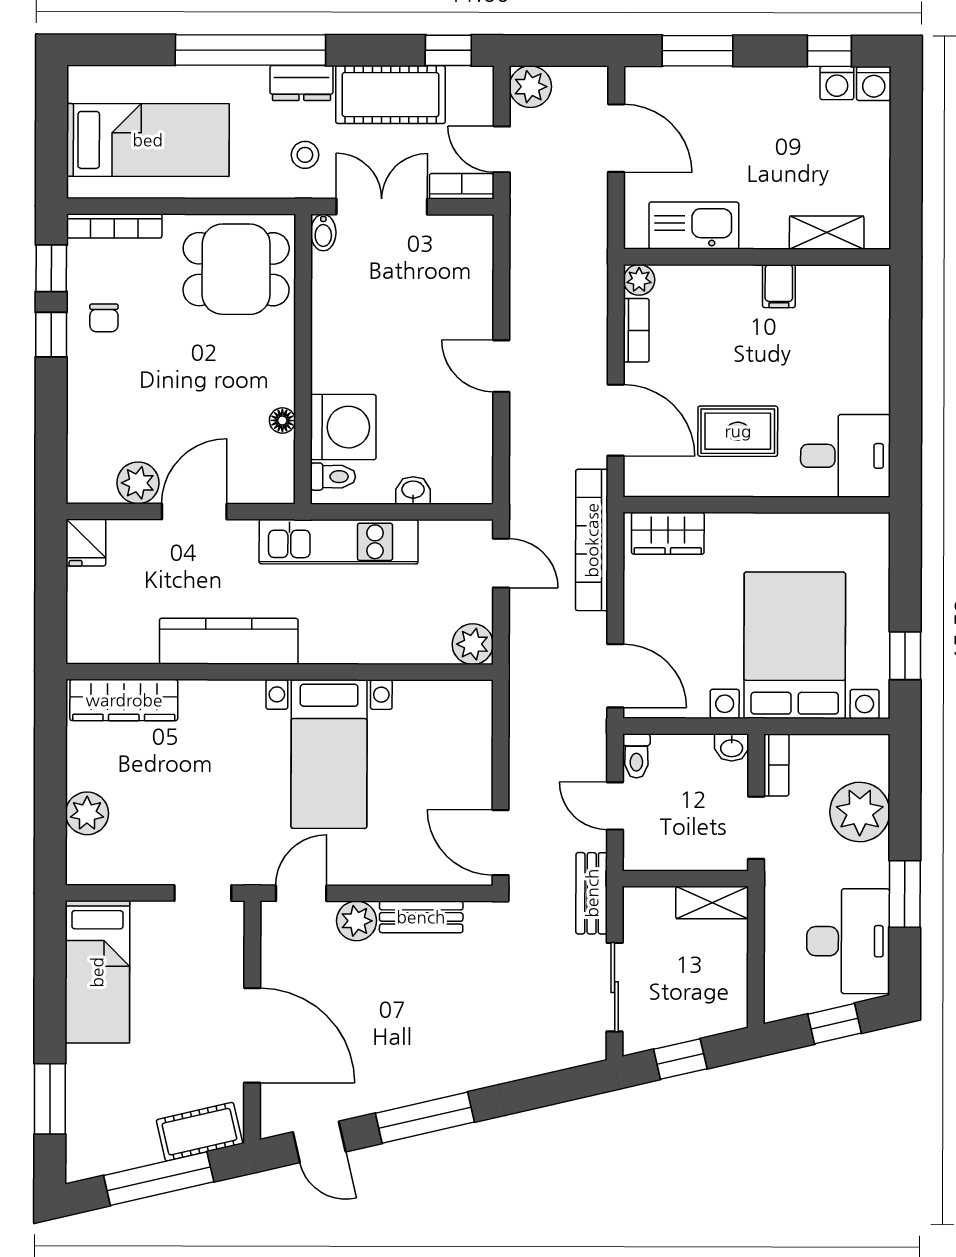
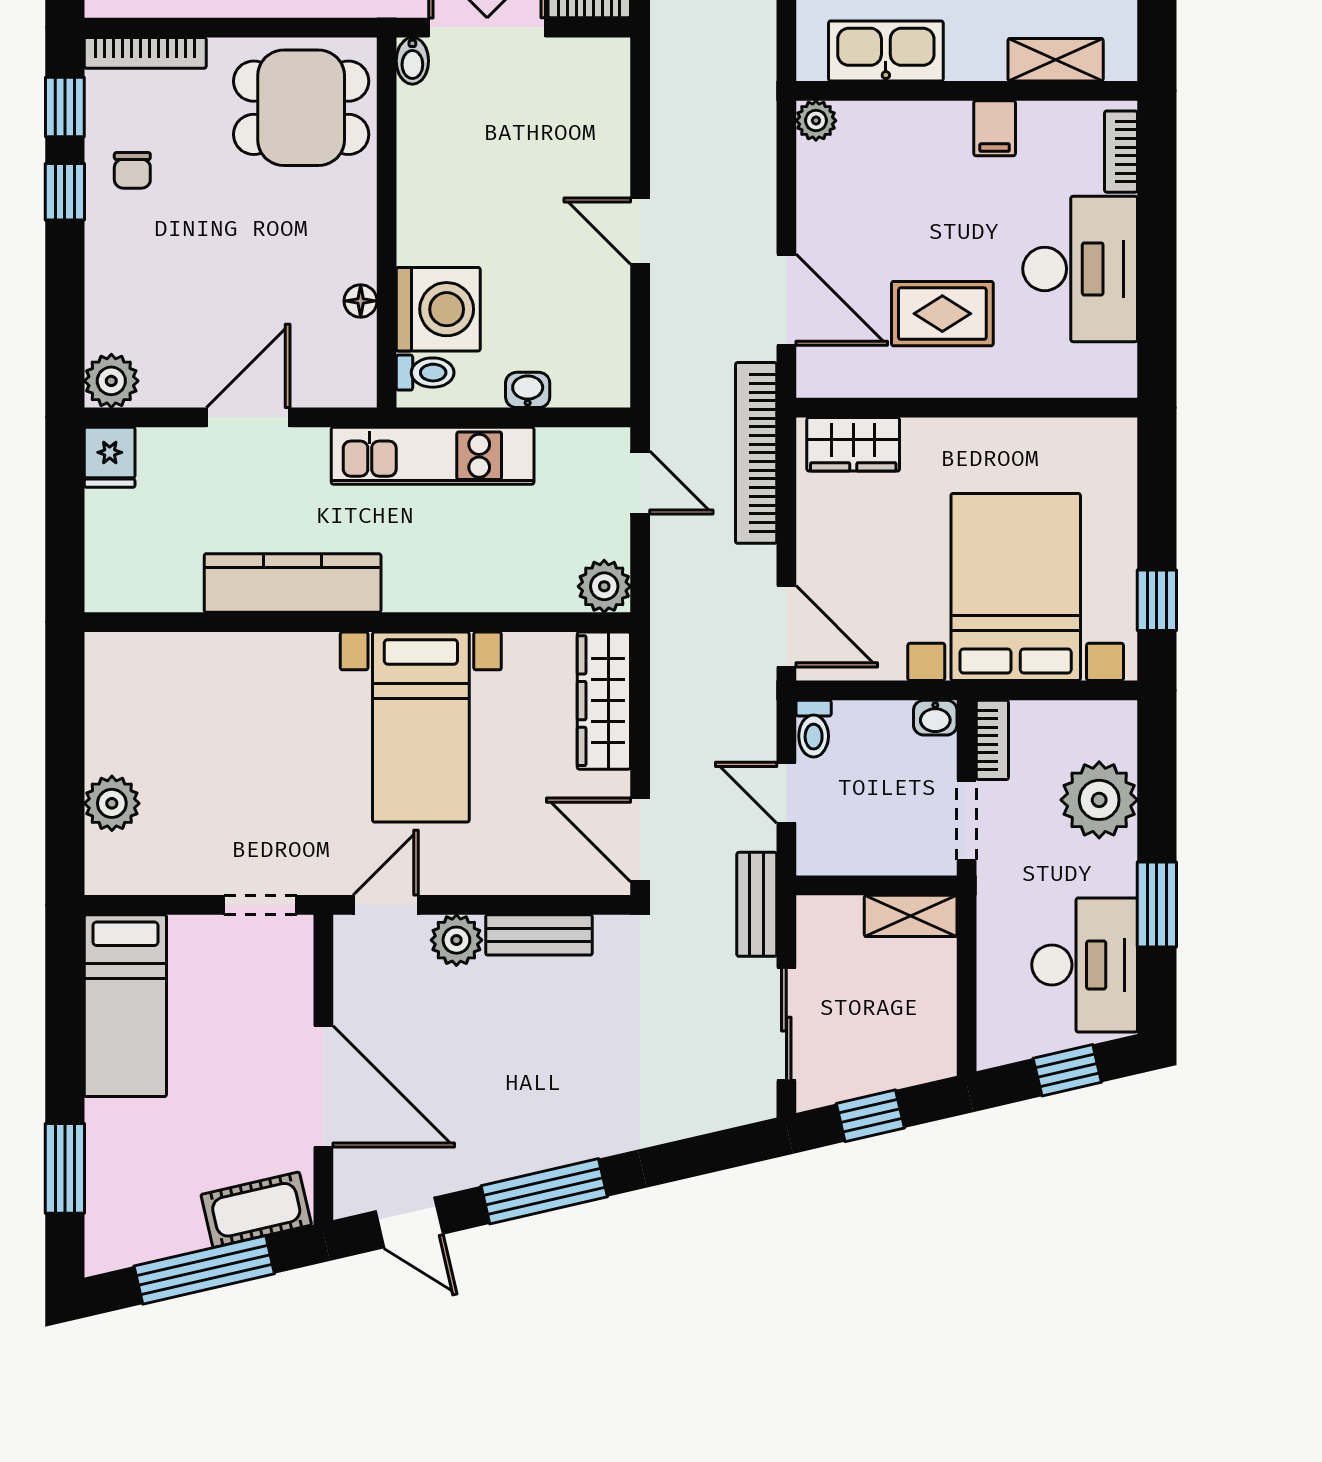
bookcase: (636, 330) -> (1121, 152), moved, turned 180
desk: (846, 456) -> (1080, 269), moved, width x1.37
plant: (138, 483) -> (111, 381), moved
wardrobe: (124, 700) -> (604, 701), moved, turned 90

